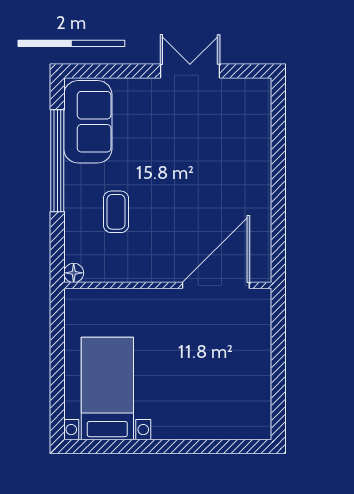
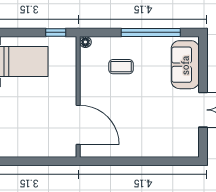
sofa: (88, 122) -> (185, 65), moved, turned 90
window: (57, 324) -> (56, 32), added

